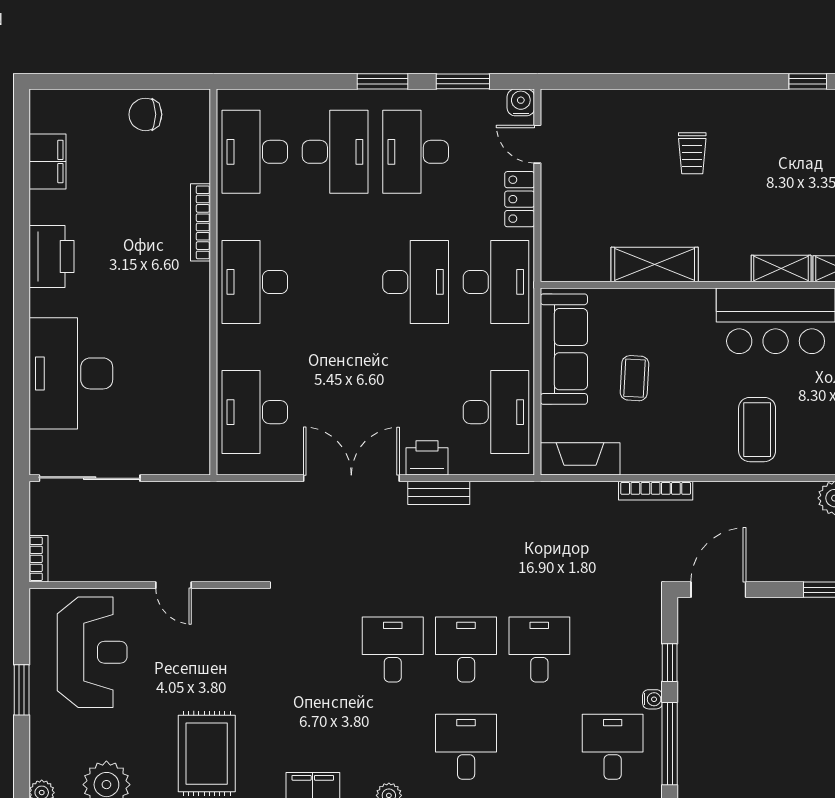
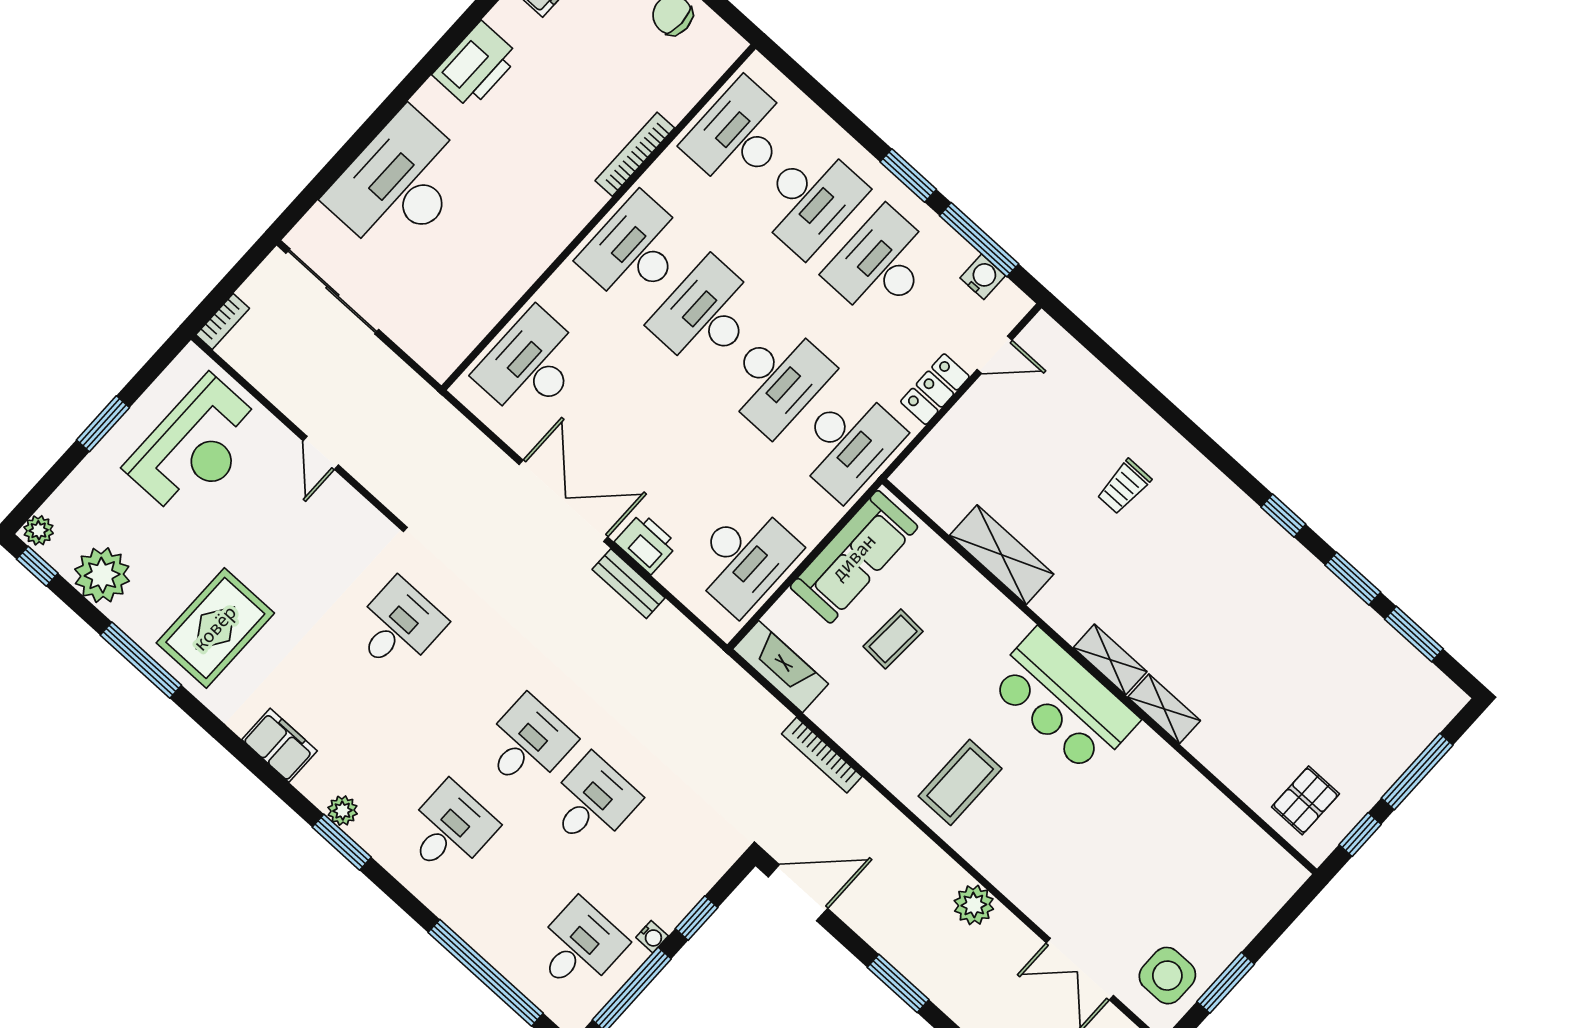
window: (463, 81) -> (979, 240), width x1.44
water cooler: (521, 102) -> (983, 277), moved
door: (537, 144) -> (995, 355), swing flipped
desk: (335, 282) -> (706, 315), added
desk: (393, 649) -> (398, 626), moved

